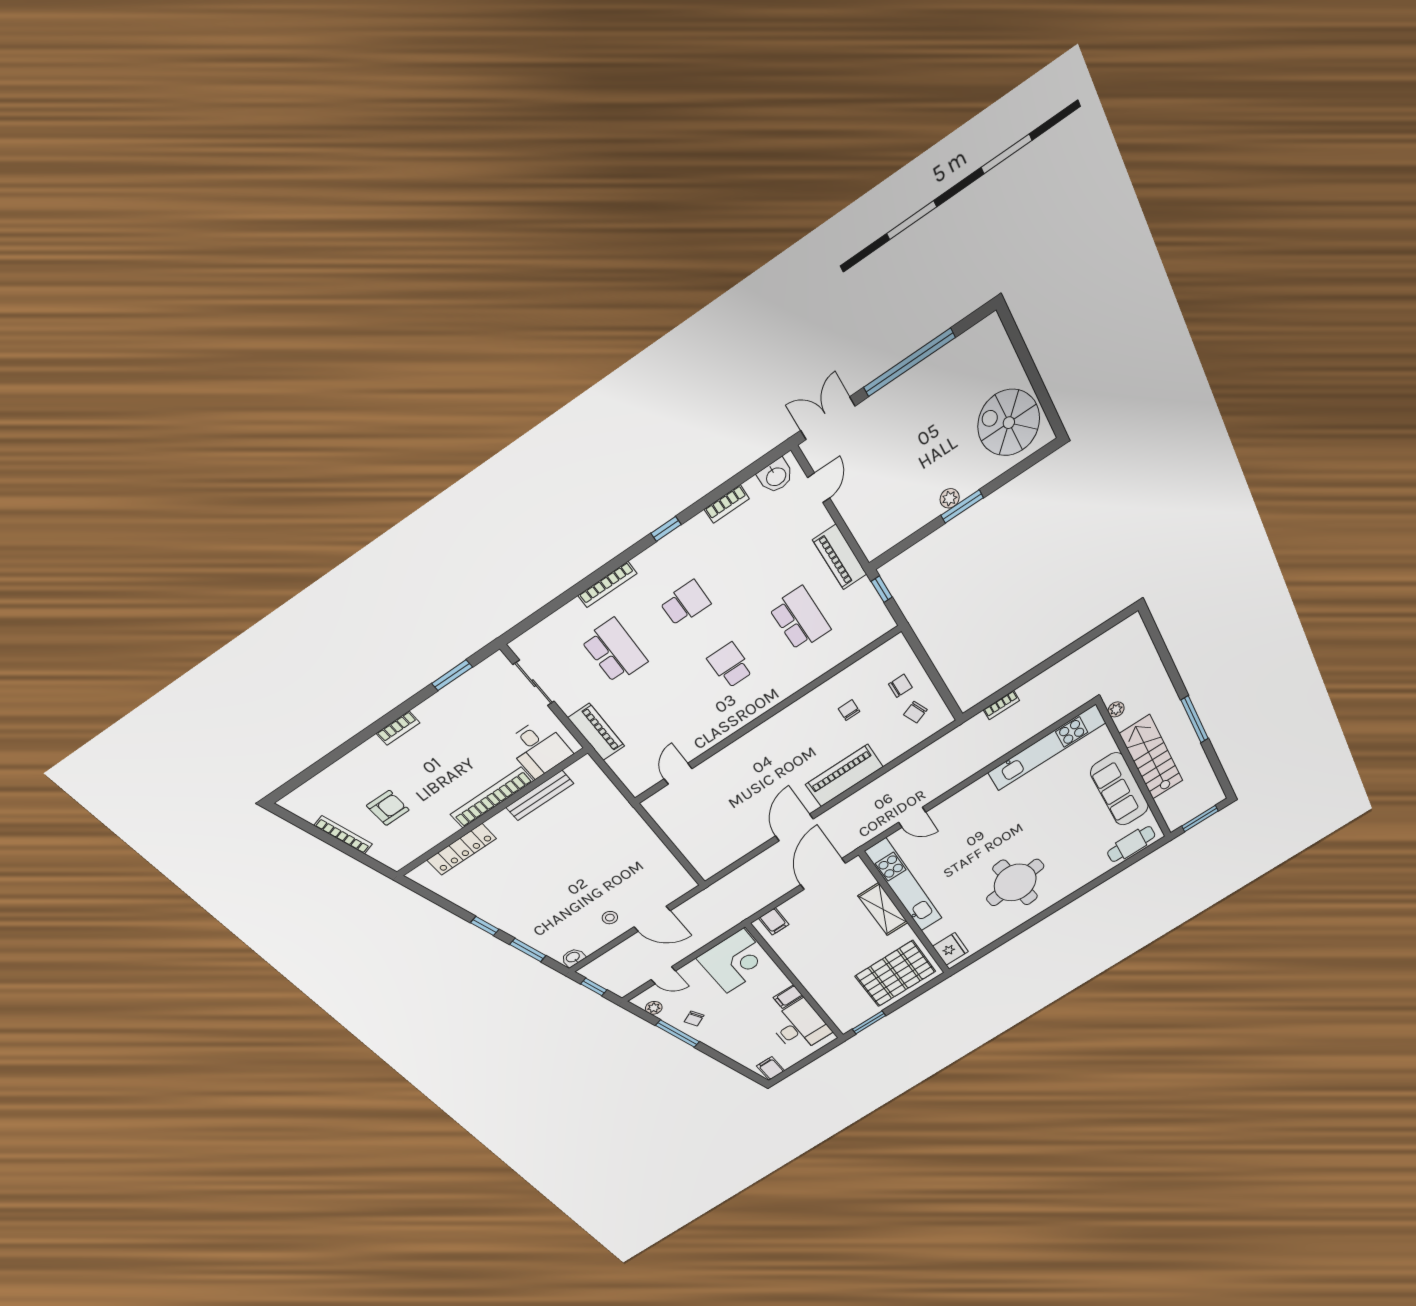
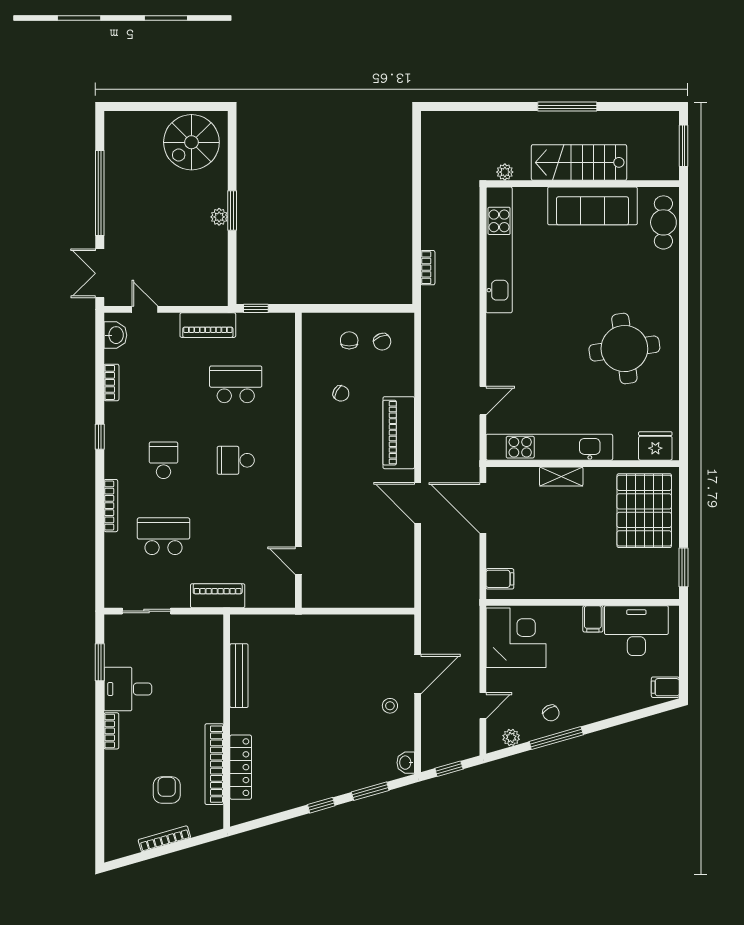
chair: (849, 710) -> (341, 393), turned -151
desk: (539, 748) -> (128, 689), moved, turned 180
bookcase: (492, 798) -> (214, 764), moved
shelving: (883, 909) -> (561, 476), width x0.67, depth x0.75

